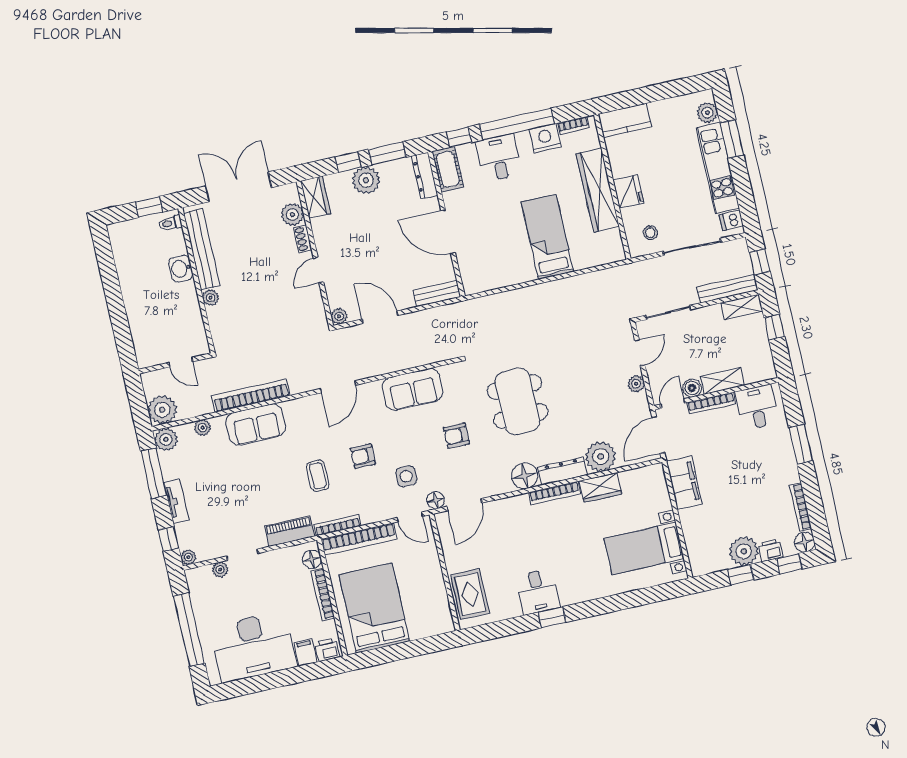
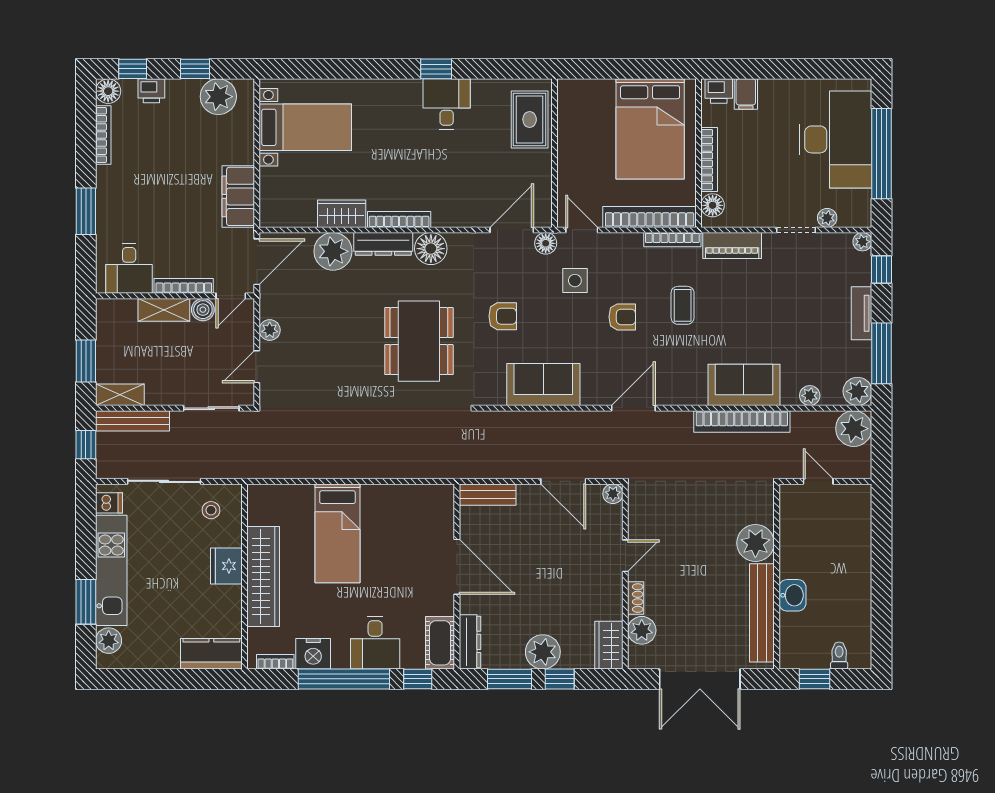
toilet: (170, 223) -> (839, 655), moved, turned -90
plant: (211, 298) -> (755, 543), width x1.88, depth x1.88
window: (774, 327) -> (86, 361), width x1.50
plant: (744, 551) -> (218, 97), moved
desk: (253, 647) -> (835, 139), moved, turned 90

